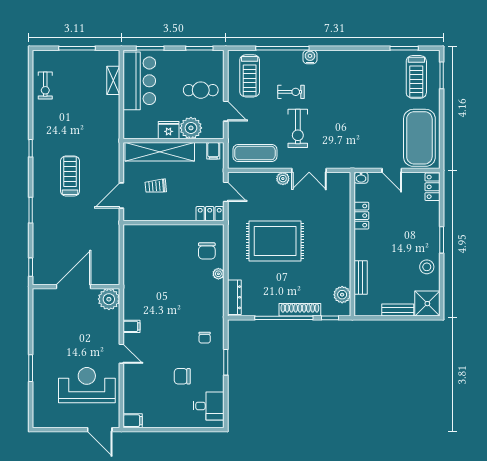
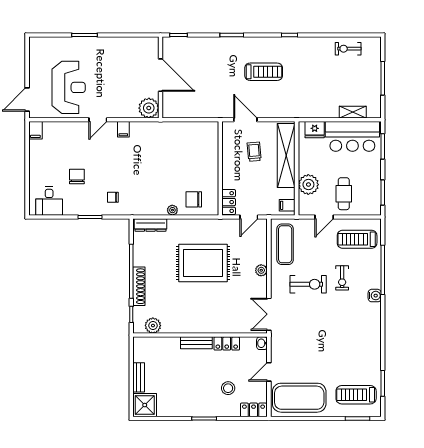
exercise bike: (298, 128) -> (308, 284), turned 180
fridge: (169, 130) -> (315, 130), moved, turned 90
double door: (309, 170) -> (269, 314), moved
rug: (275, 241) -> (203, 263), turned 90
stool: (427, 267) -> (228, 388), moved
bench: (361, 278) -> (196, 343), moved

